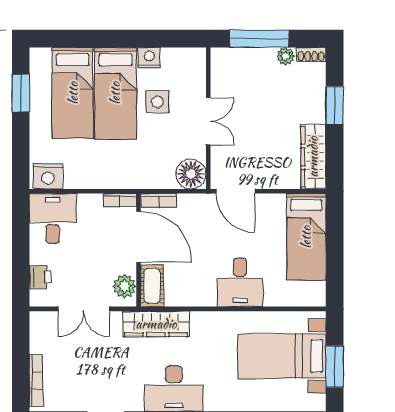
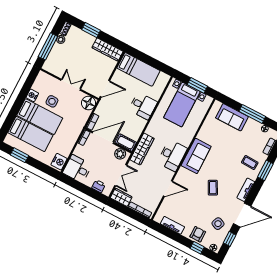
wardrobe: (42, 332) -> (121, 197), added

